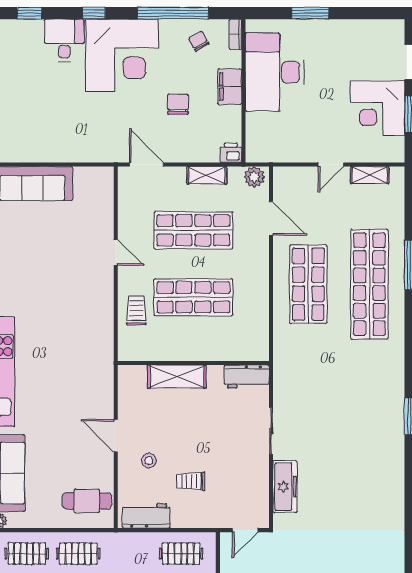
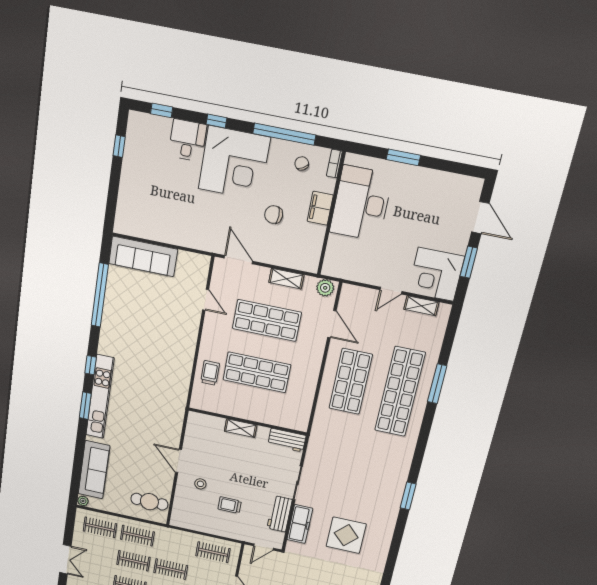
chair: (178, 104) -> (274, 215), turned -90
corner desk: (377, 108) -> (436, 274), moved
printer: (231, 153) -> (310, 264), removed
door: (116, 253) -> (206, 300), moved
shelving: (177, 377) -> (241, 428), width x0.67, depth x0.75
display table: (346, 488) -> (346, 535), added
workbench: (146, 516) -> (280, 514), moved, turned -90

